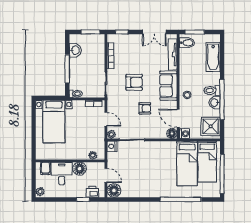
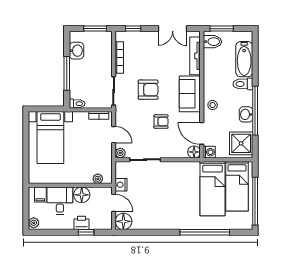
toilet: (212, 90) -> (243, 84), moved
nightstand: (112, 146) -> (121, 185), moved
printer: (92, 192) -> (82, 223), moved

